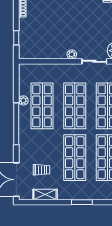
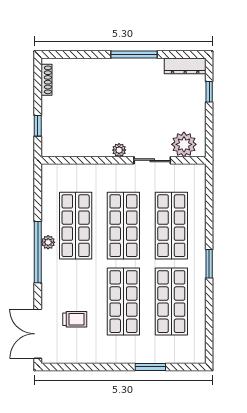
plant: (23, 100) -> (48, 242), moved
shelving: (45, 195) -> (80, 356), removed
window: (82, 202) -> (150, 367), moved

